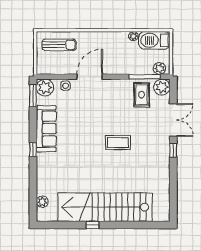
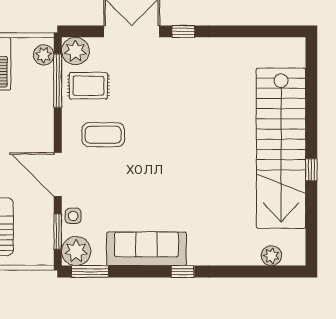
window: (56, 77) -> (58, 232), added
coffee table: (118, 143) -> (103, 135), moved, turned 90

